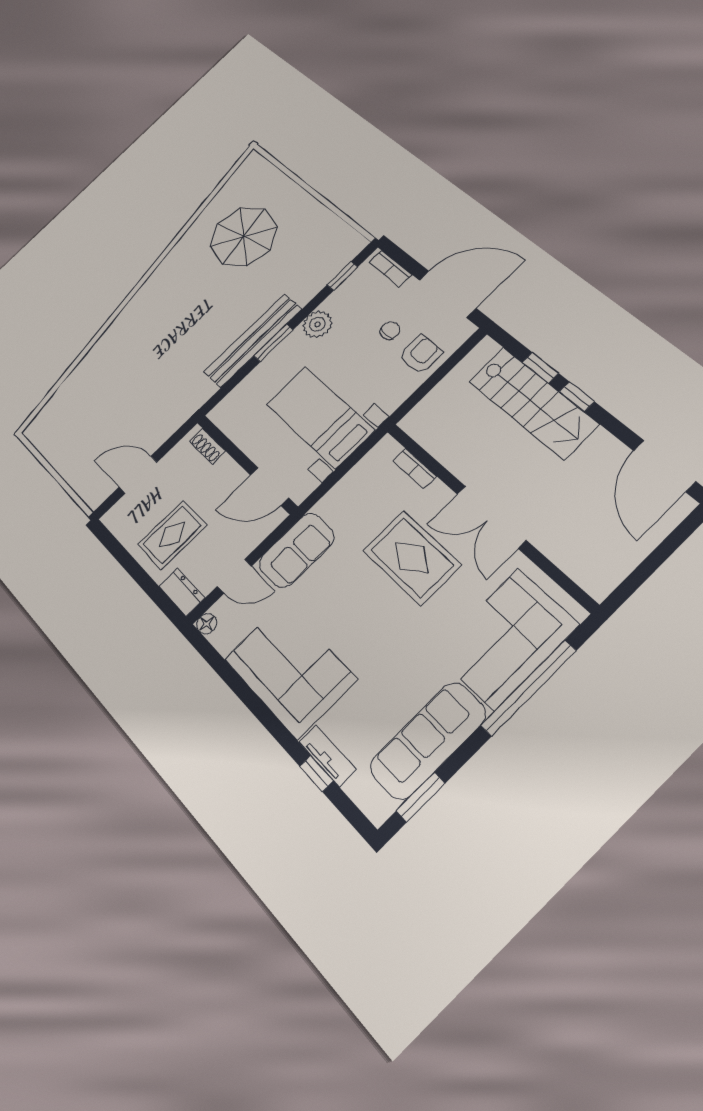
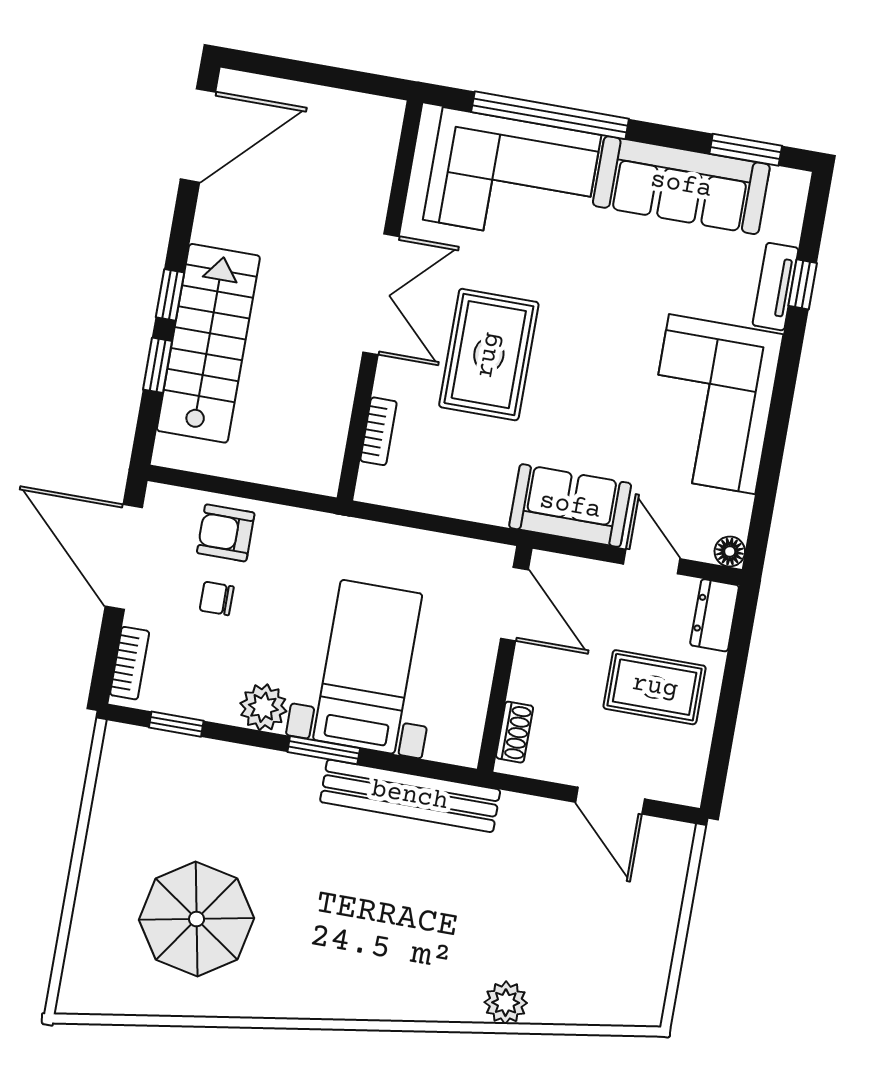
bench: (253, 341) -> (410, 796), moved
plant: (91, 364) -> (506, 1003), added
bed with nightstands: (320, 417) -> (368, 667), moved, turned 180

